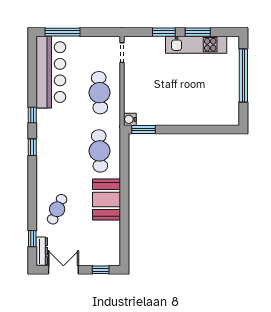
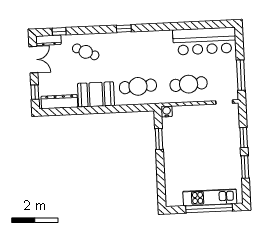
window: (62, 32) -> (241, 75), moved
kitchen unit: (196, 45) -> (210, 197), moved, turned 90
window: (32, 115) -> (166, 27), removed
window: (144, 129) -> (159, 139), moved
window: (32, 147) -> (124, 29), moved
dresser: (113, 242) -> (59, 102), added

